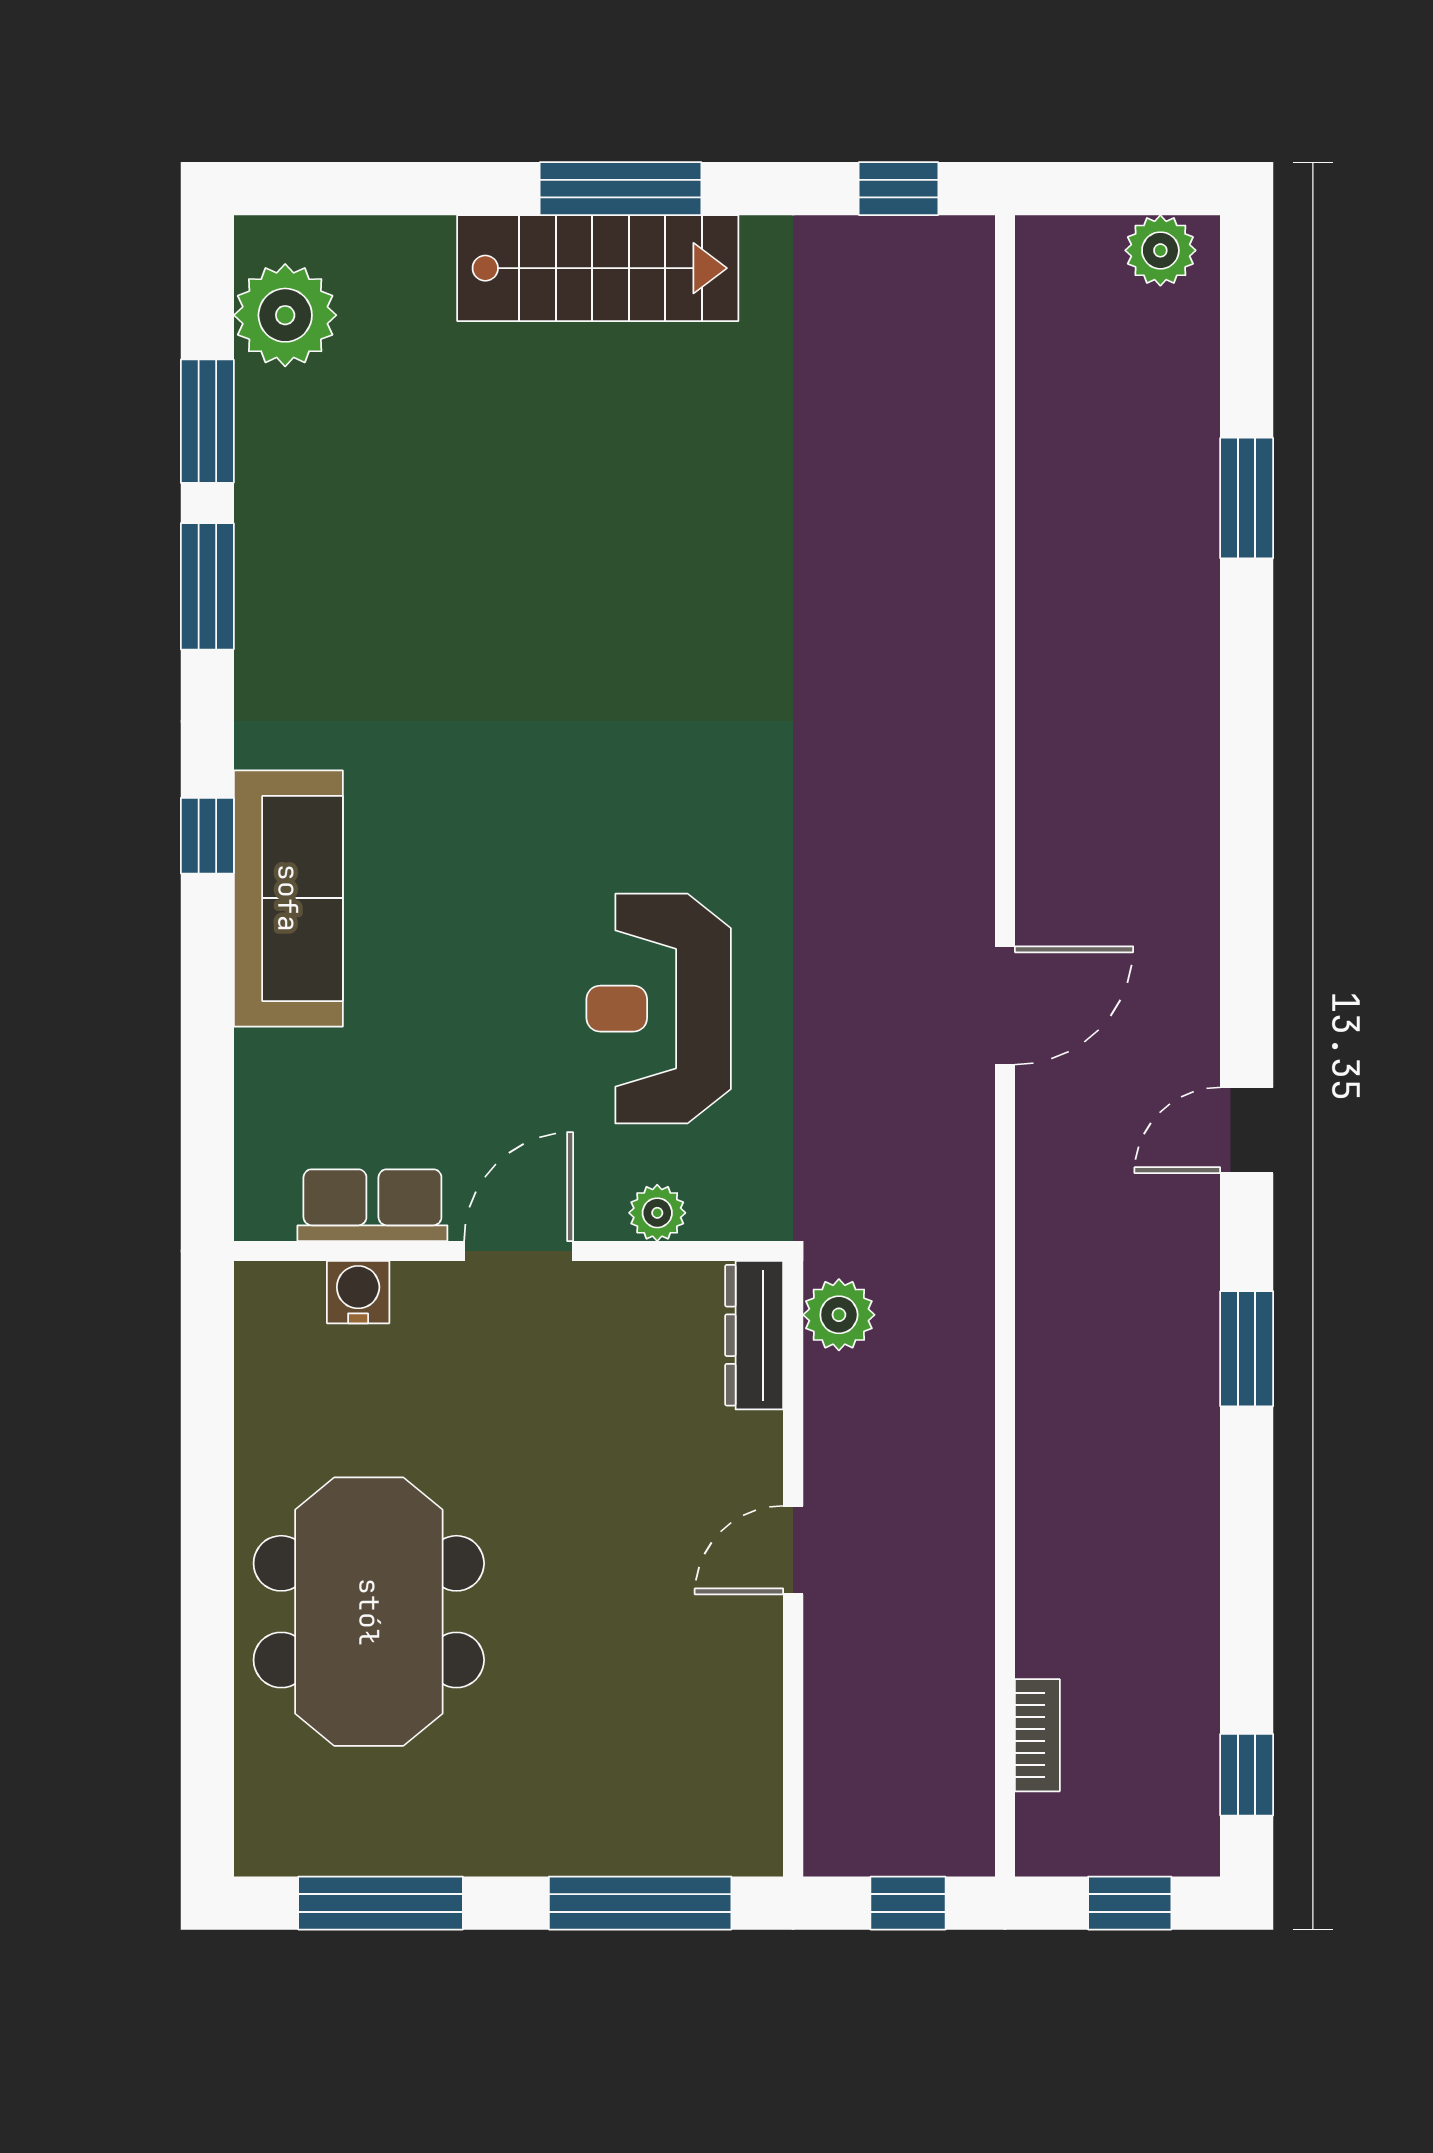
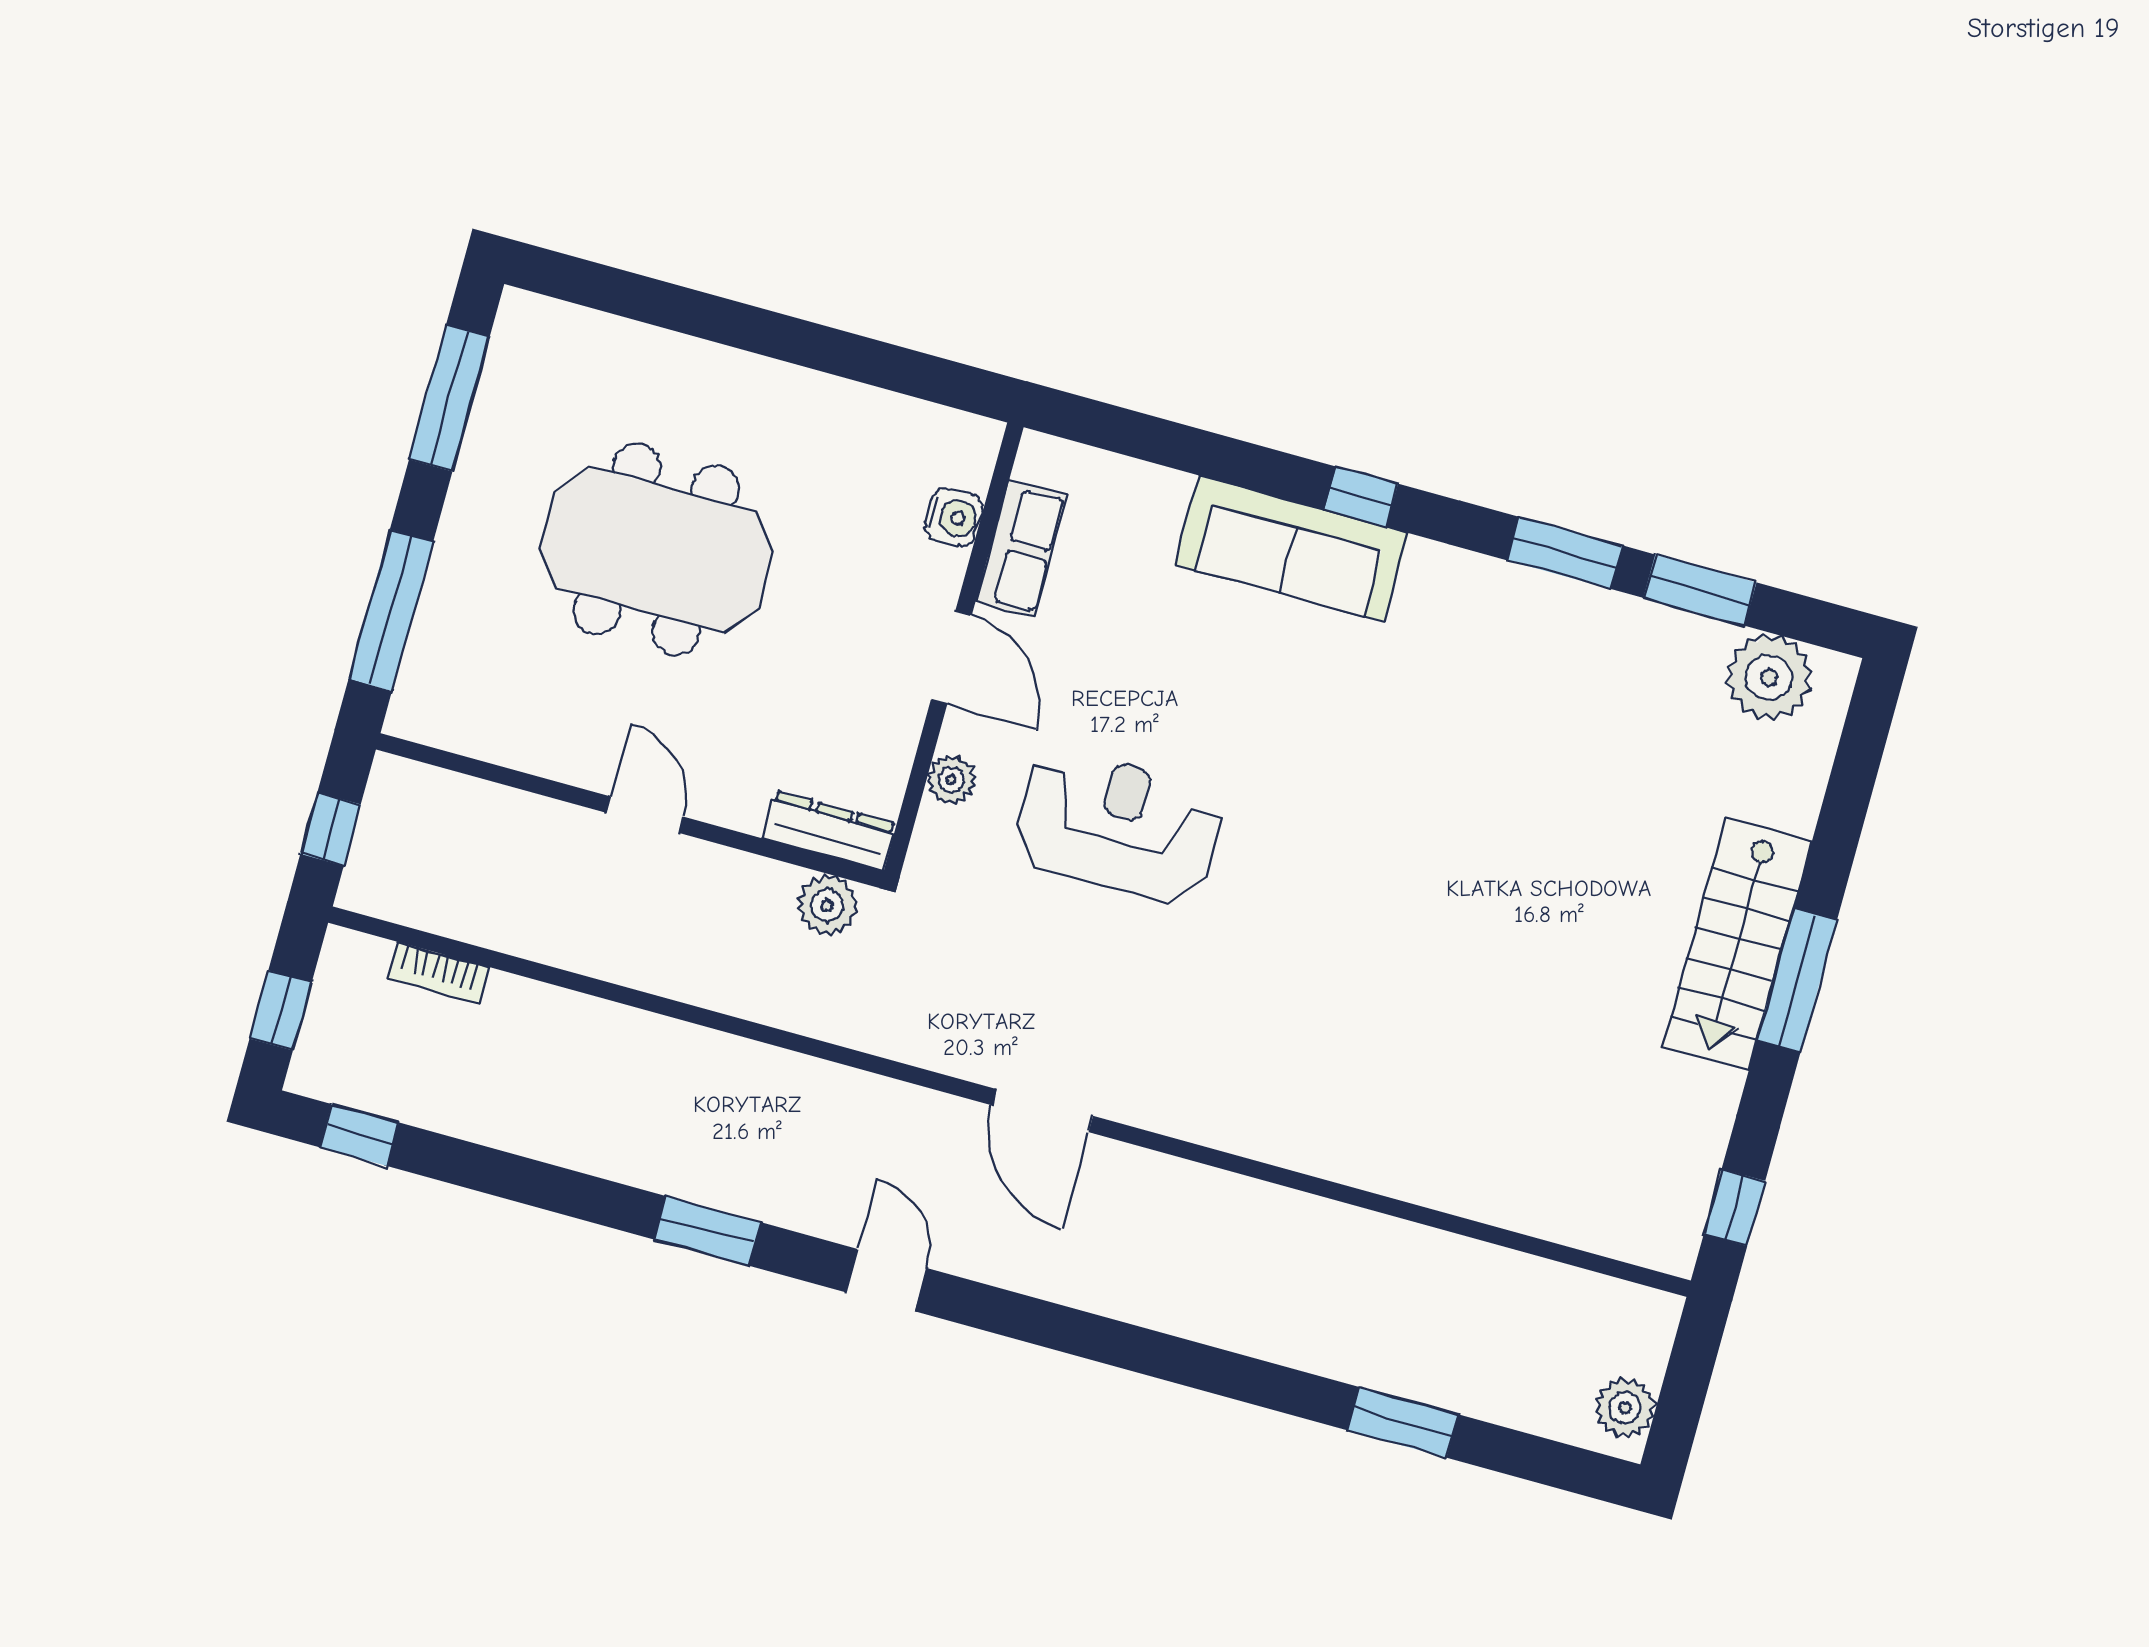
meeting table: (369, 1612) -> (656, 550), moved

